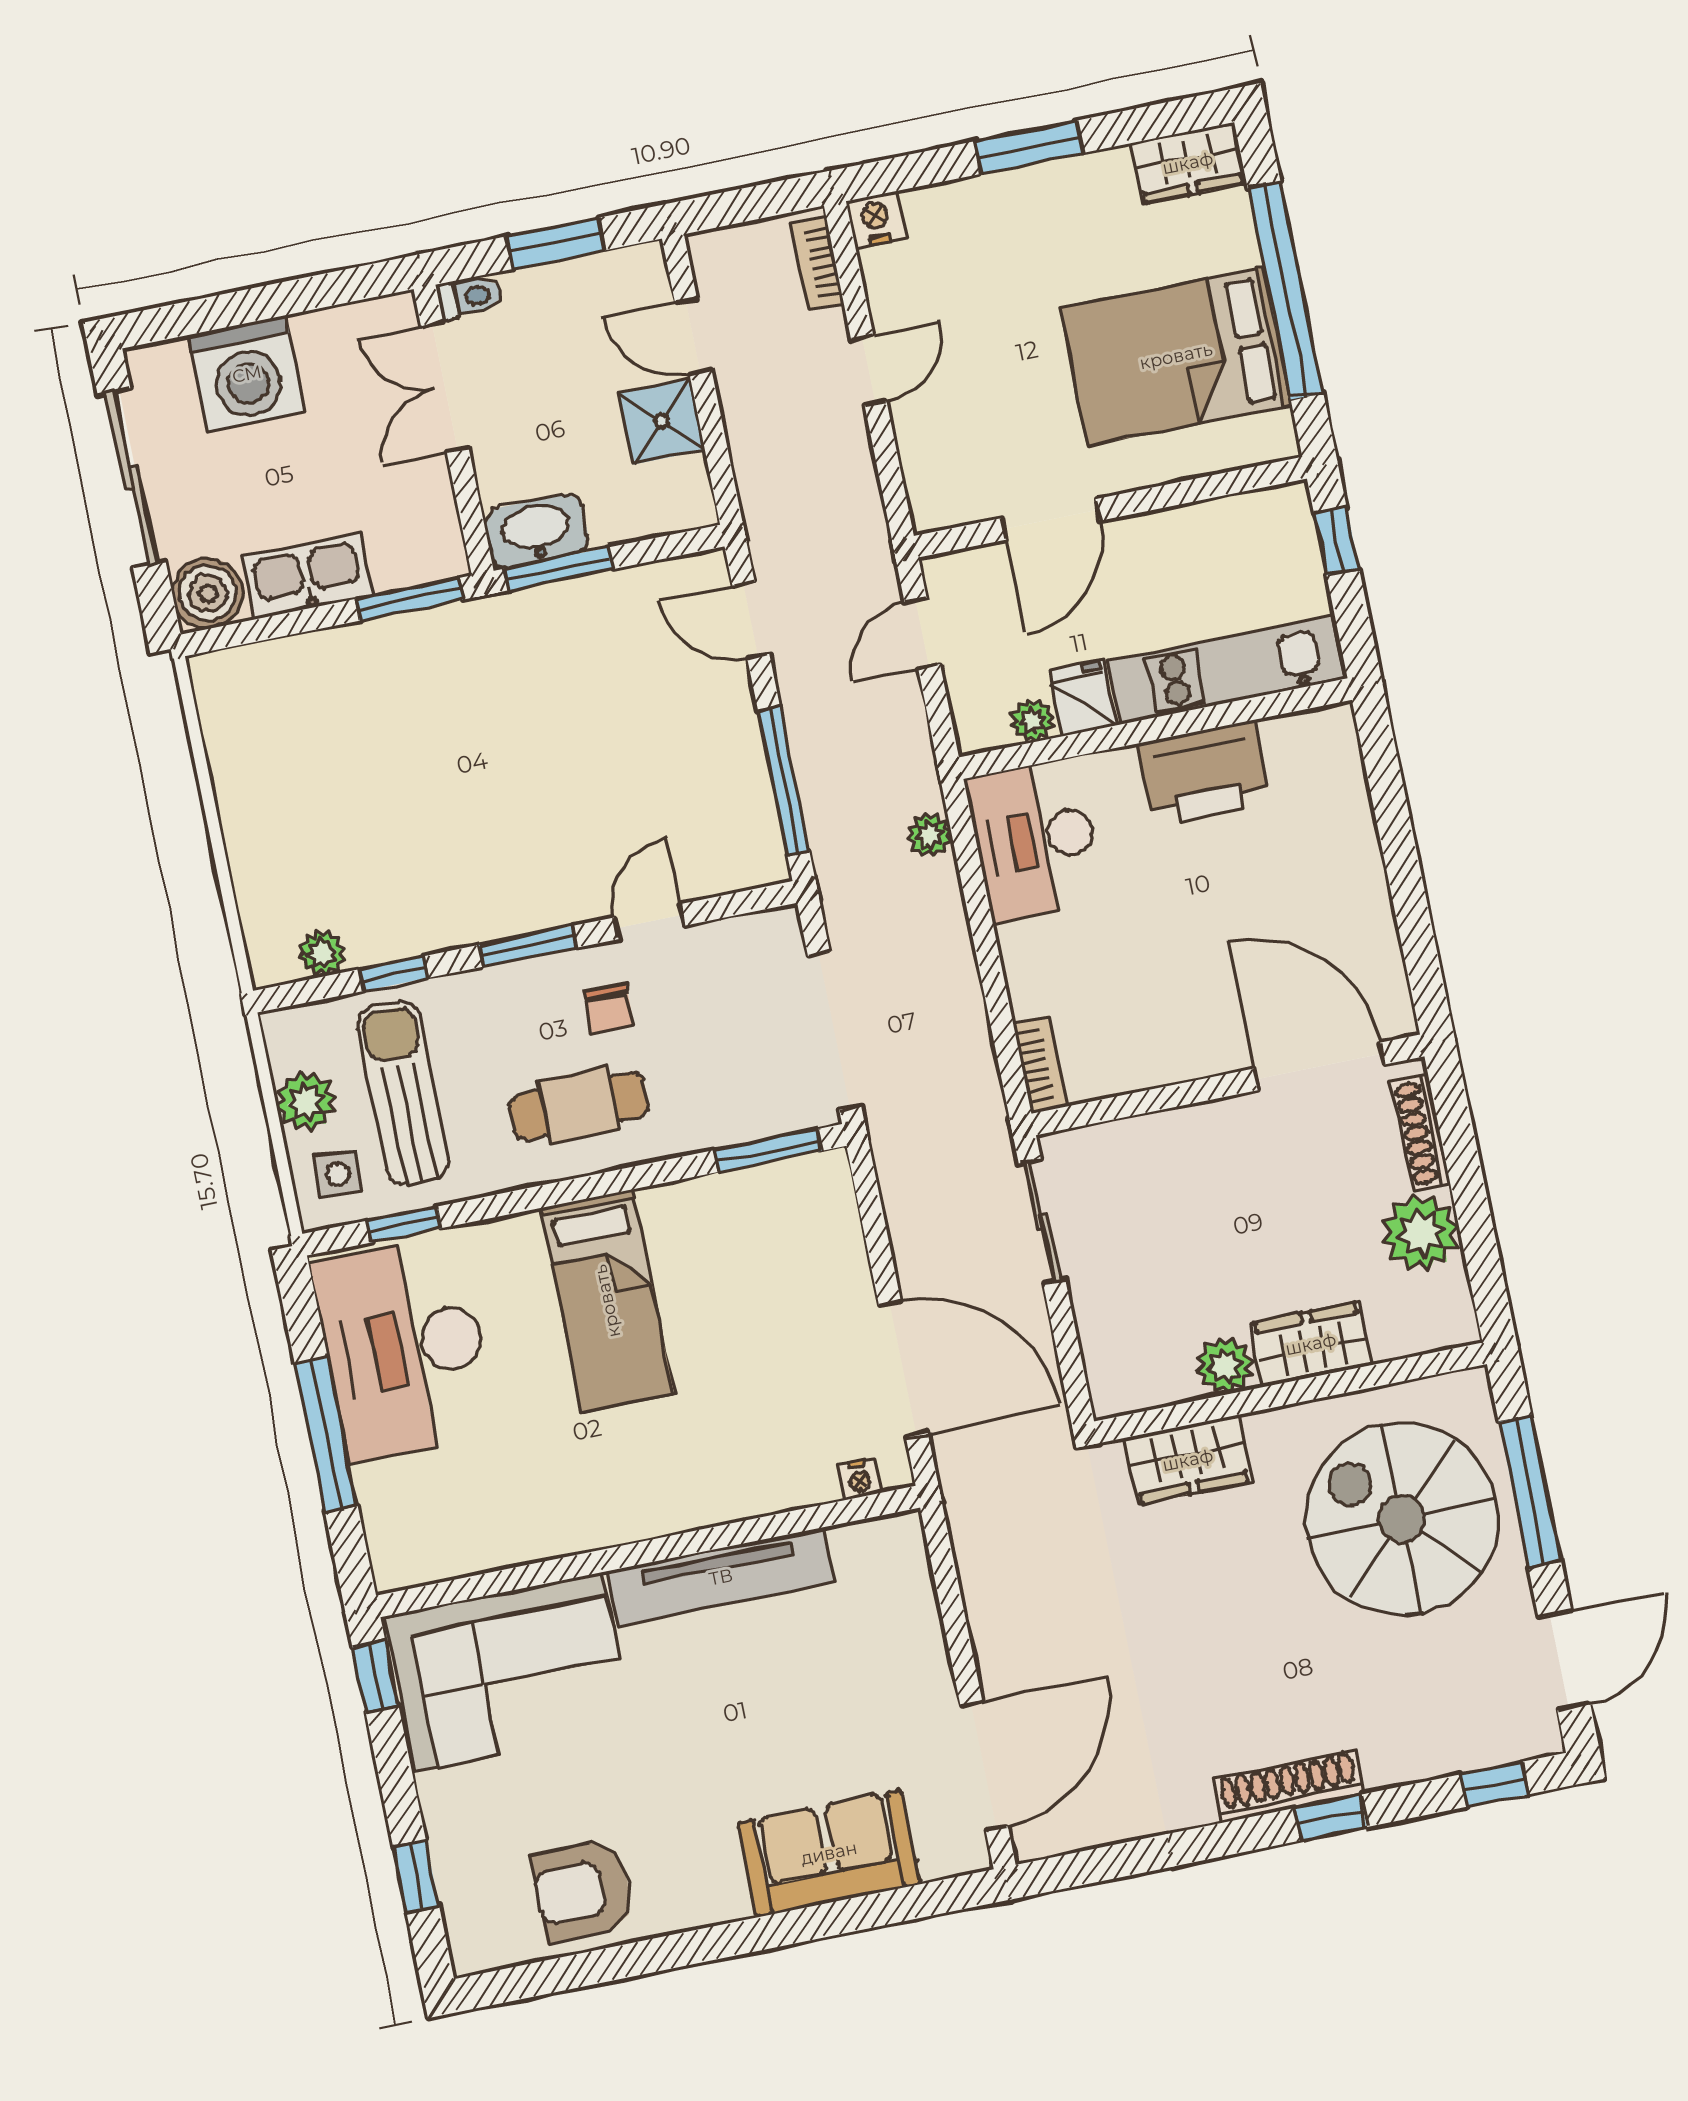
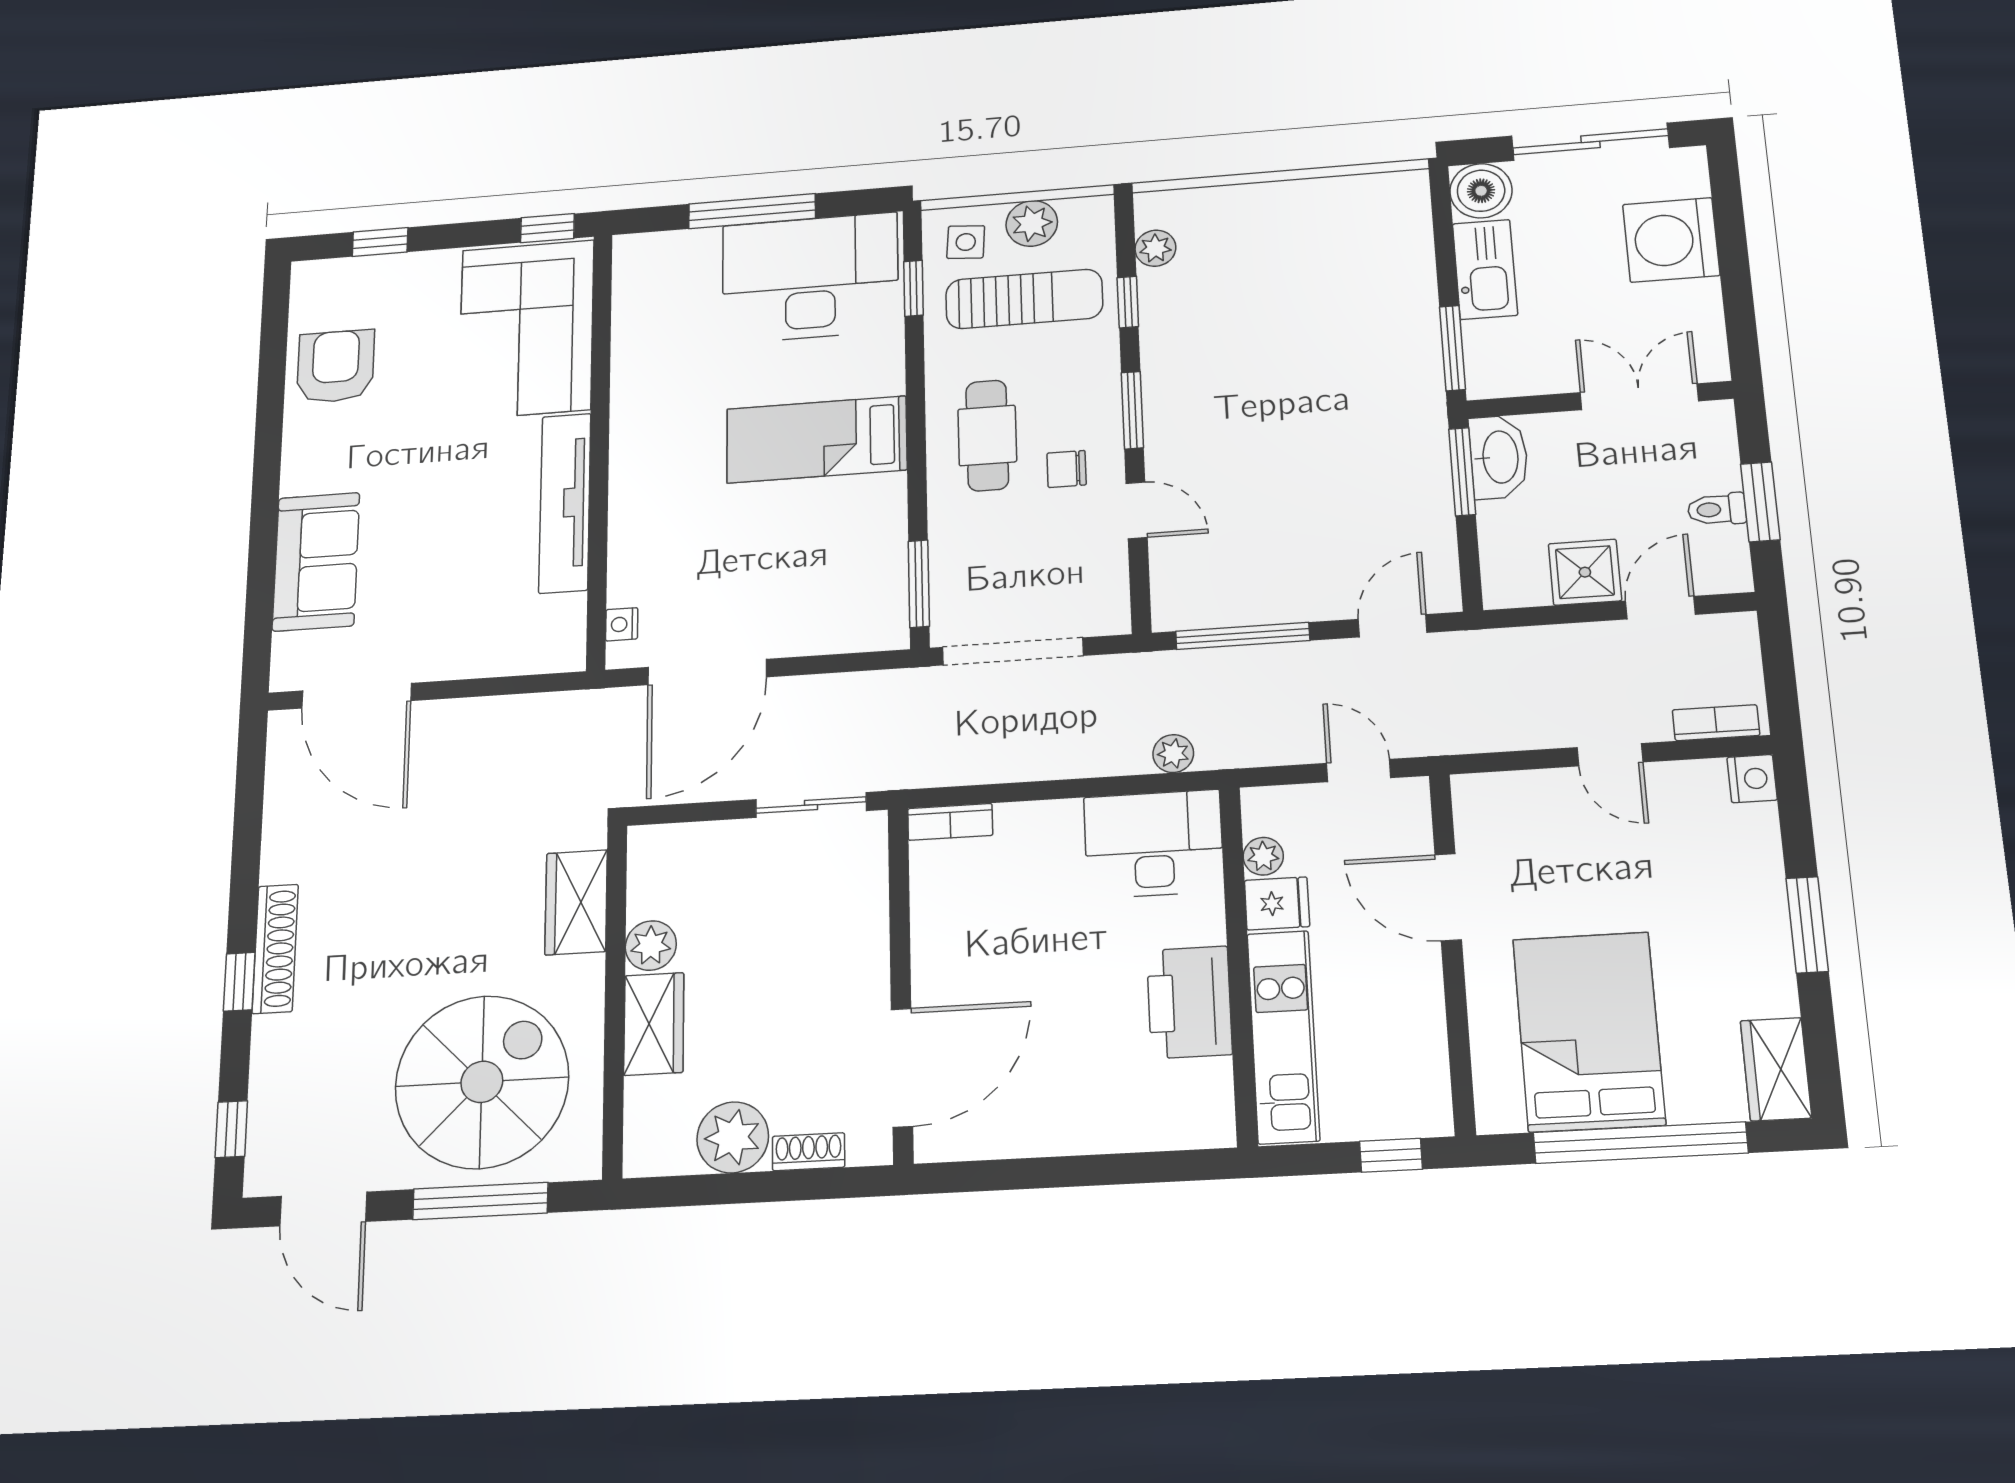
toilet: (469, 297) -> (1717, 509), moved, turned 90
shoe rack: (1421, 1132) -> (808, 1152), width x0.70

